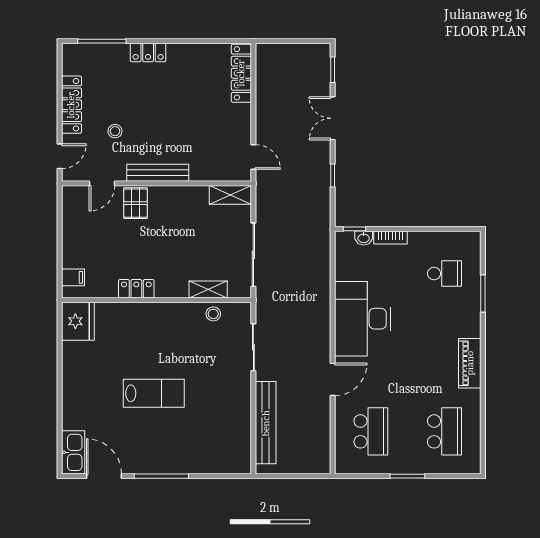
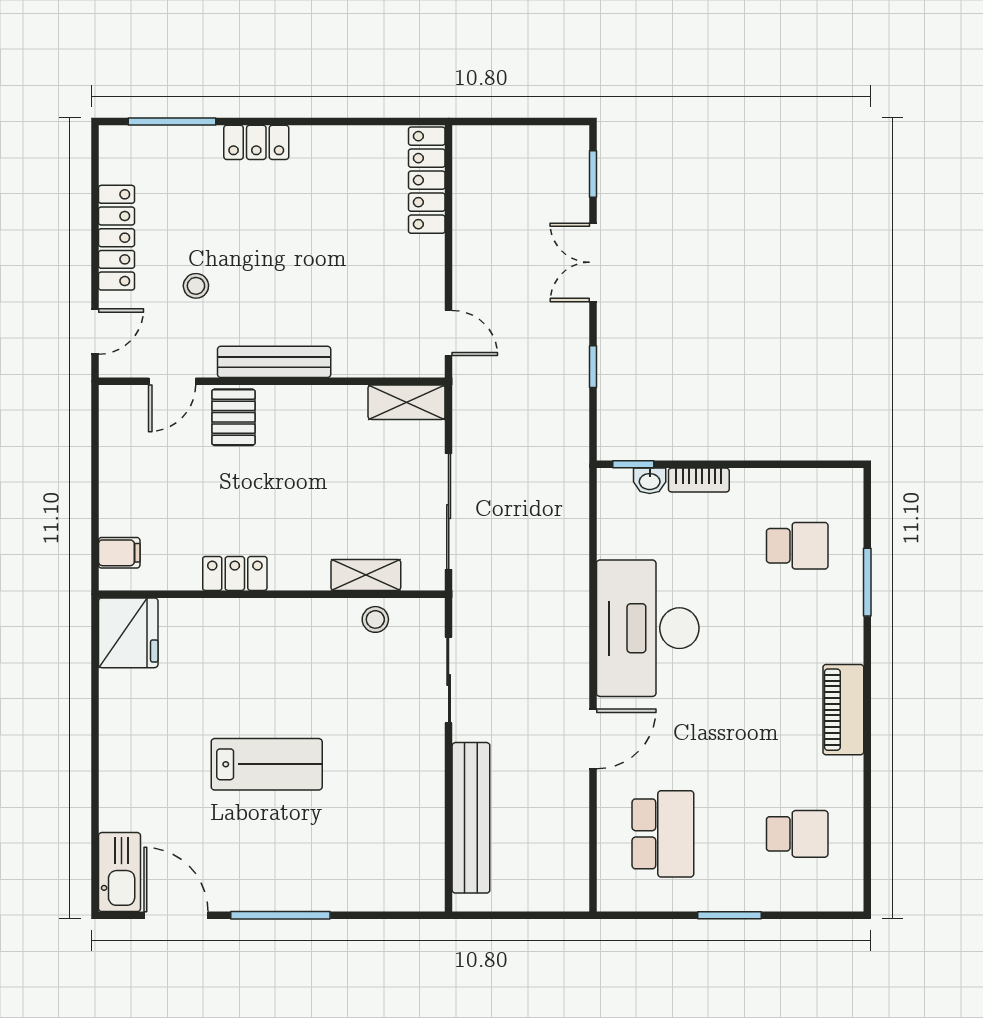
school desk: (444, 431) -> (797, 834), width x0.54

